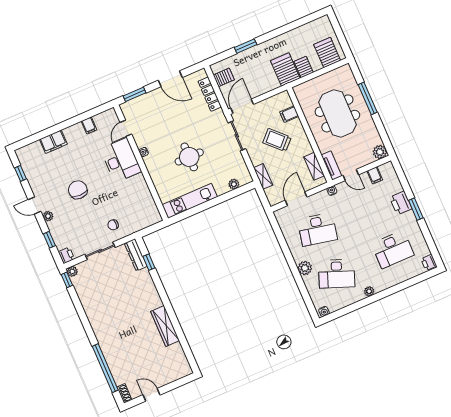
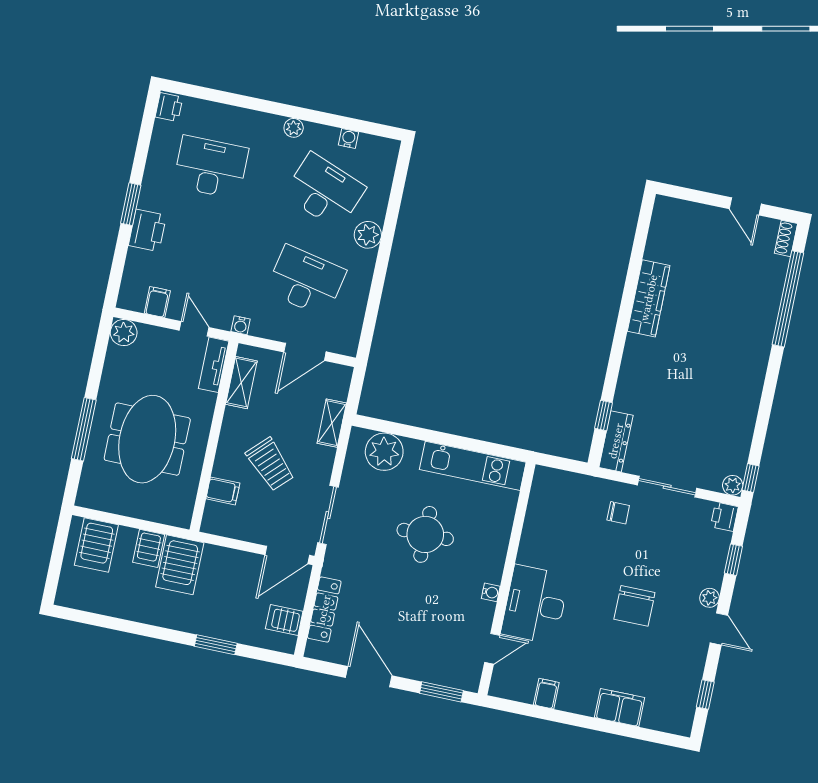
plant: (234, 184) -> (384, 452), width x1.87, depth x1.87
water cooler: (324, 311) -> (349, 138), moved

